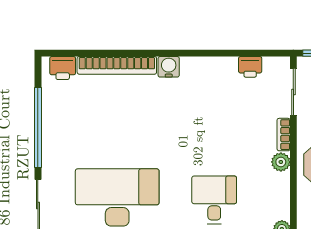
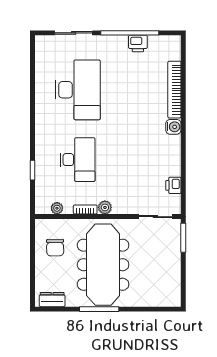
printer: (63, 68) -> (138, 44), moved, turned -90
bookcase: (284, 135) -> (85, 209), moved
desk: (214, 200) -> (78, 160), width x1.37

